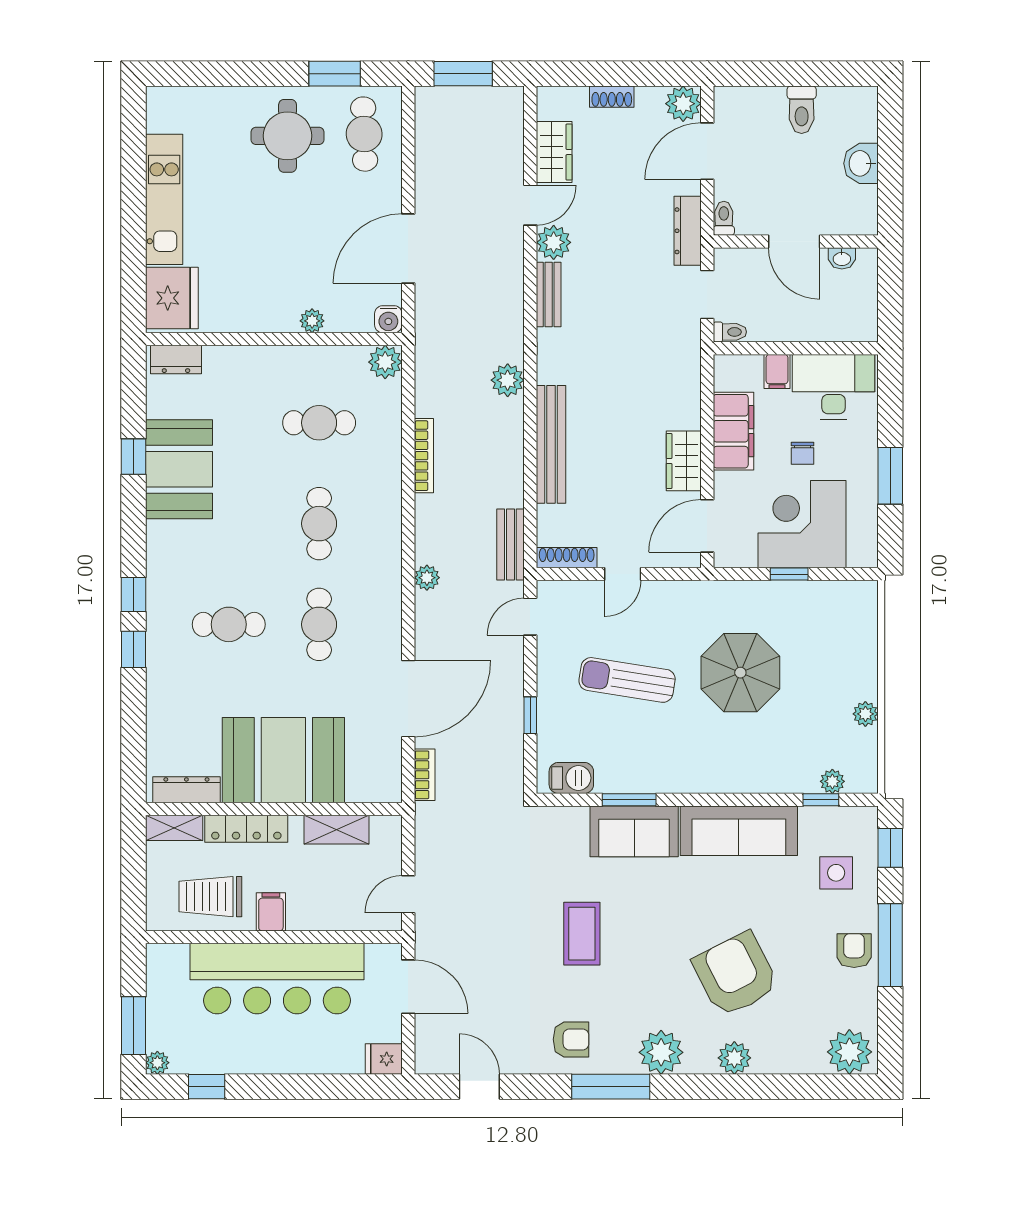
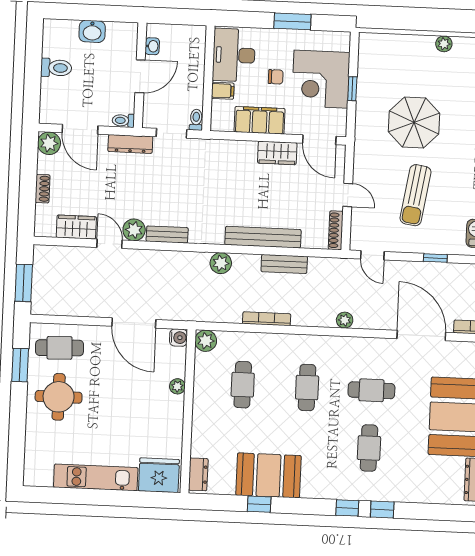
cafe table: (319, 524) -> (307, 387), turned 90
bench: (510, 545) -> (284, 264), moved

